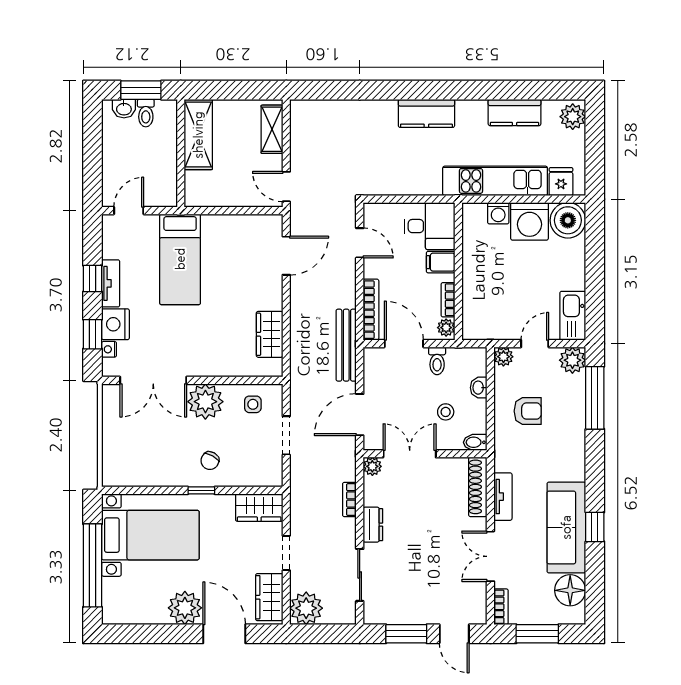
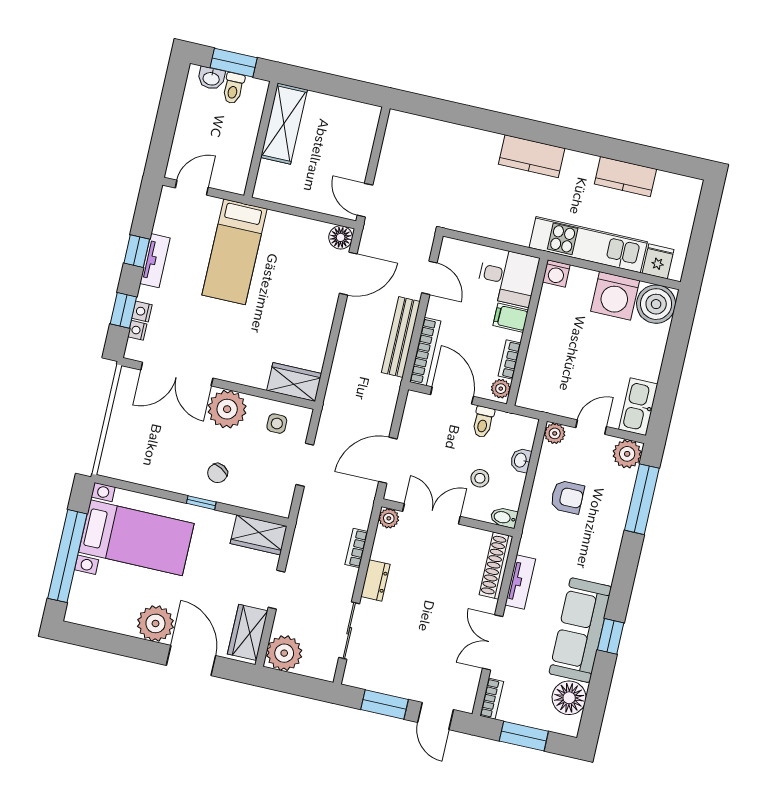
plant: (573, 117) -> (686, 195), removed
shelving: (272, 129) -> (364, 136), removed
washing machine: (498, 213) -> (556, 273), moved
floor lamp: (272, 225) -> (341, 237), added
nightstand: (115, 324) -> (142, 311), width x0.53, depth x0.56
wardrobe: (270, 334) -> (294, 382), moved, turned 90
bench: (346, 345) -> (401, 337), moved

